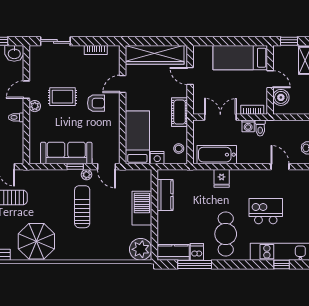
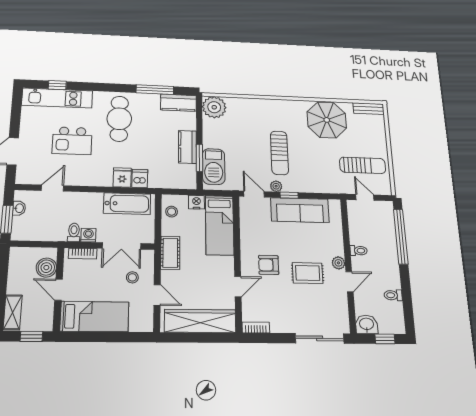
sliding door: (55, 41) -> (320, 338), width x1.37
bookcase: (96, 50) -> (256, 327), moved
stool: (211, 90) -> (132, 277), added
door: (280, 167) -> (52, 188), swing flipped
kitchen counter: (165, 195) -> (187, 147), moved
window: (154, 199) -> (199, 158), added
barbecue: (142, 208) -> (214, 167), moved
dishwasher: (197, 252) -> (140, 178), moved, turned 180

